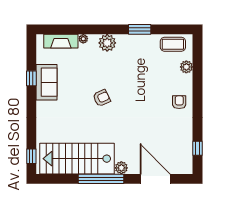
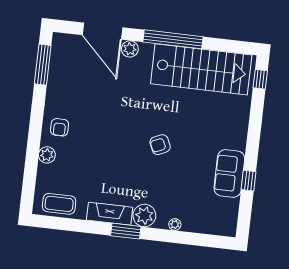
window: (140, 29) -> (126, 231), moved
fireplace: (61, 41) -> (110, 214), moved
plant: (186, 67) -> (47, 155), moved
window: (197, 148) -> (43, 65), width x2.17
plant: (121, 168) -> (130, 49), moved

